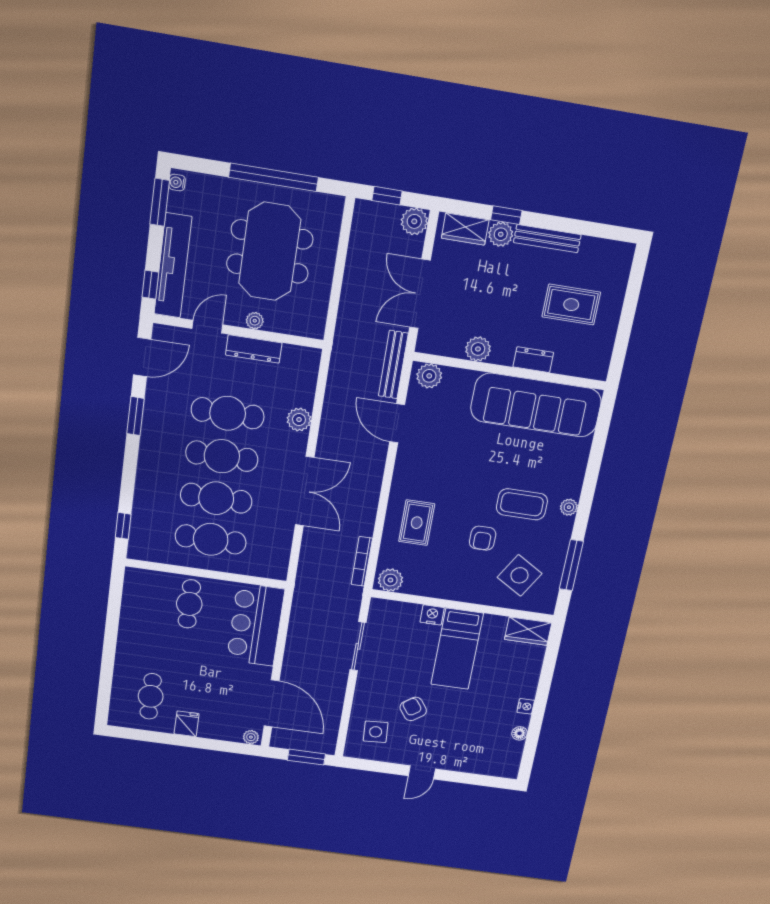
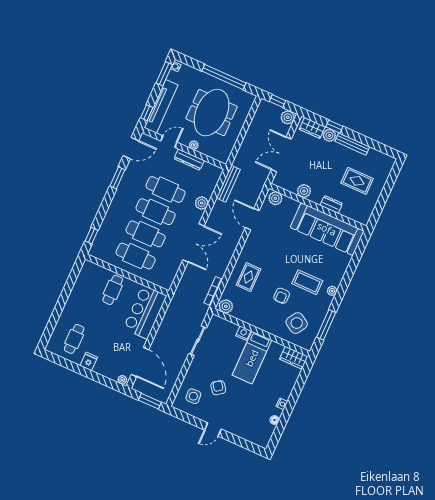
bench: (393, 365) -> (228, 184), moved

